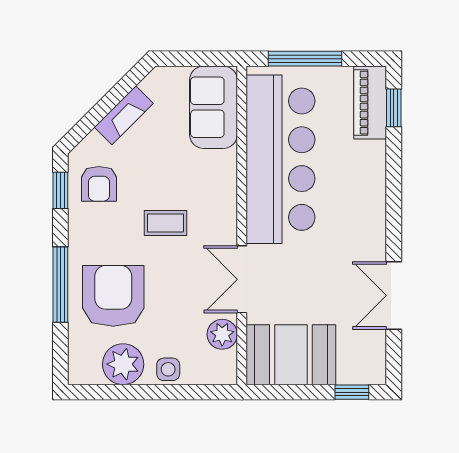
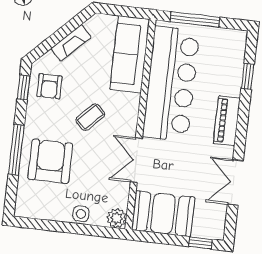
piano: (370, 103) -> (227, 121), moved
sofa: (213, 107) -> (130, 54), width x1.36
window: (394, 108) -> (248, 76), moved
coffee table: (165, 223) -> (90, 117), turned -46
plant: (222, 334) -> (117, 218), moved
plant: (123, 364) -> (52, 207), removed

